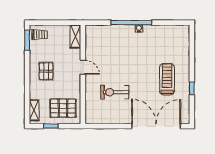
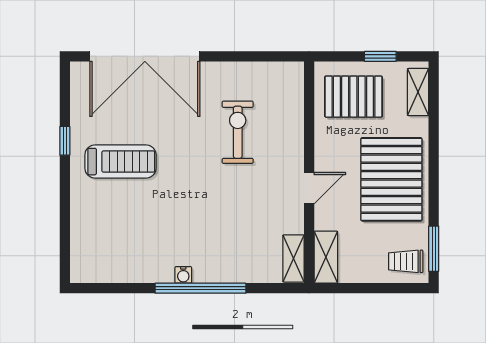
shelving: (90, 36) -> (293, 258), added
door: (83, 67) -> (309, 188), swing flipped
pallet: (46, 71) -> (391, 179), width x2.05, depth x2.00
treadmill: (167, 79) -> (120, 162), turned -90
exercise bike: (115, 92) -> (238, 132), turned -90

